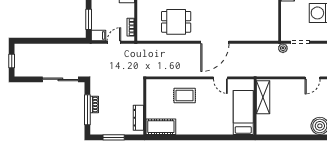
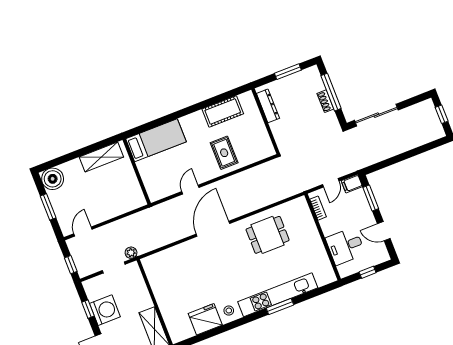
door: (220, 78) -> (190, 190), hinge flipped
rug: (185, 96) -> (224, 153), turned 90
shelving: (263, 97) -> (101, 157), moved, turned 90
bed: (243, 112) -> (156, 140), moved, turned -90
cot: (161, 127) -> (223, 111), moved

